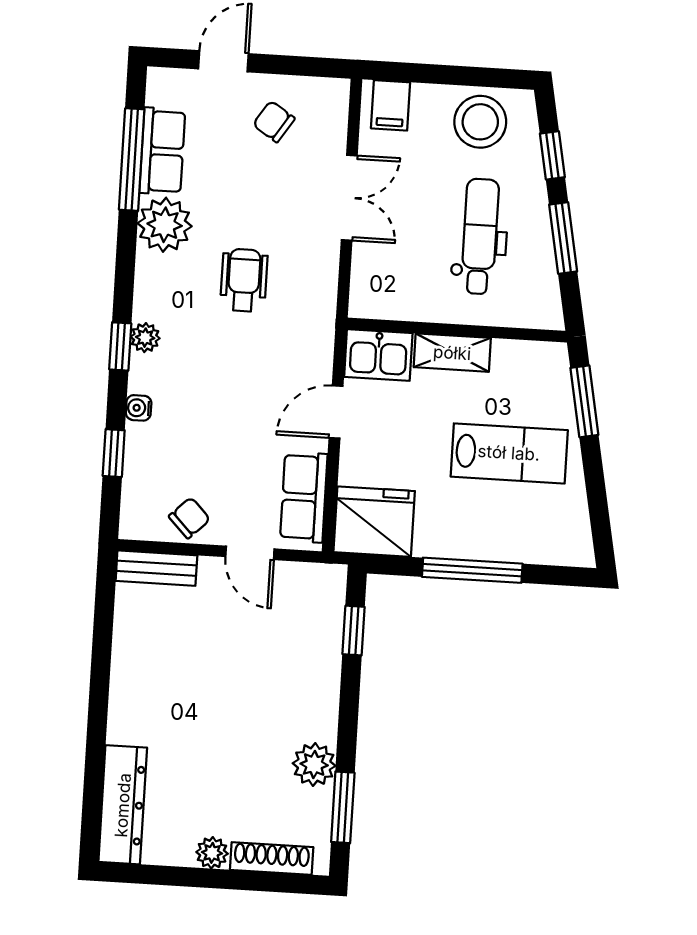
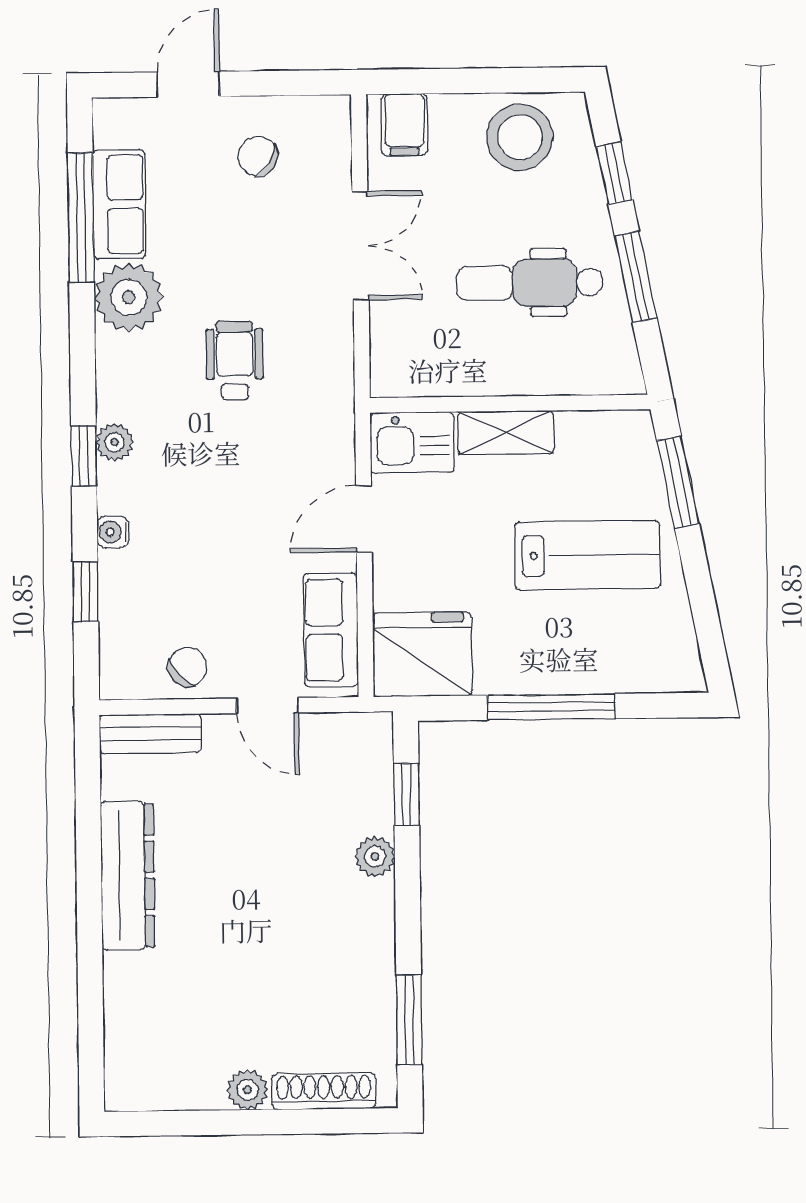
dental chair: (480, 236) -> (530, 283), turned -90
plant: (314, 765) -> (375, 857), moved, width x0.73, depth x0.73
dresser: (123, 805) -> (128, 876), moved

